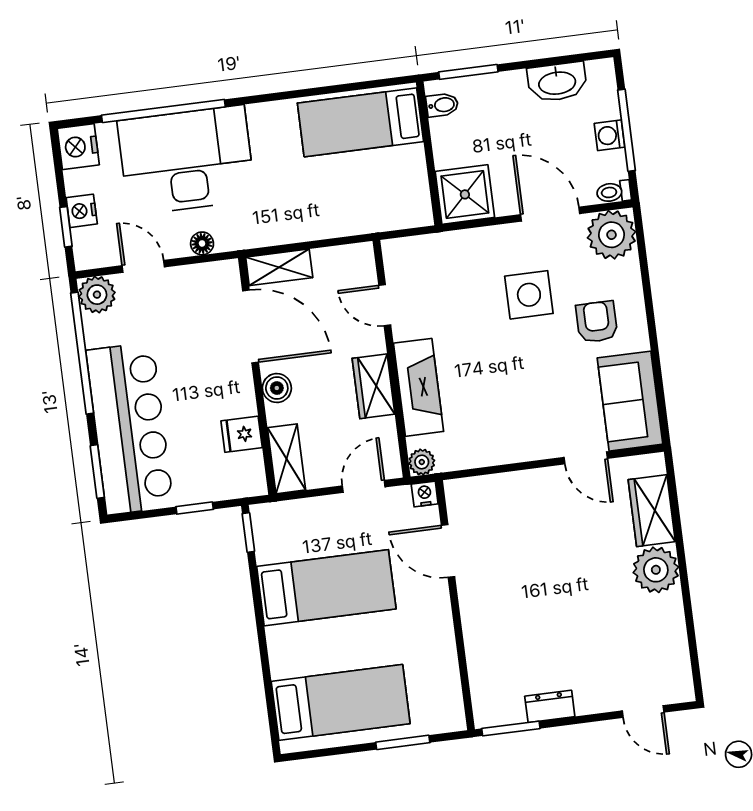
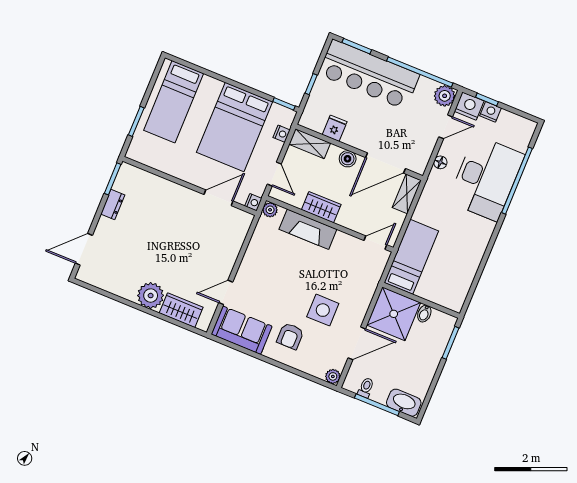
washbasin: (557, 82) -> (404, 403), moved, turned 90
bidet: (442, 105) -> (424, 314), moved
bed: (360, 122) -> (411, 257), moved
washing machine: (610, 135) -> (379, 395), removed
nightstand: (78, 147) -> (469, 106), moved
toilet: (614, 192) -> (366, 388), moved
shower: (465, 194) -> (394, 314), width x1.37, depth x1.37
plant: (612, 235) -> (333, 376), width x0.53, depth x0.53
door: (385, 305) -> (375, 243), moved
armchair: (597, 322) -> (290, 336), turned 90
nightstand: (296, 510) -> (282, 134), added
bed: (326, 588) -> (235, 127), width x1.50
door: (643, 712) -> (84, 249), width x1.38

